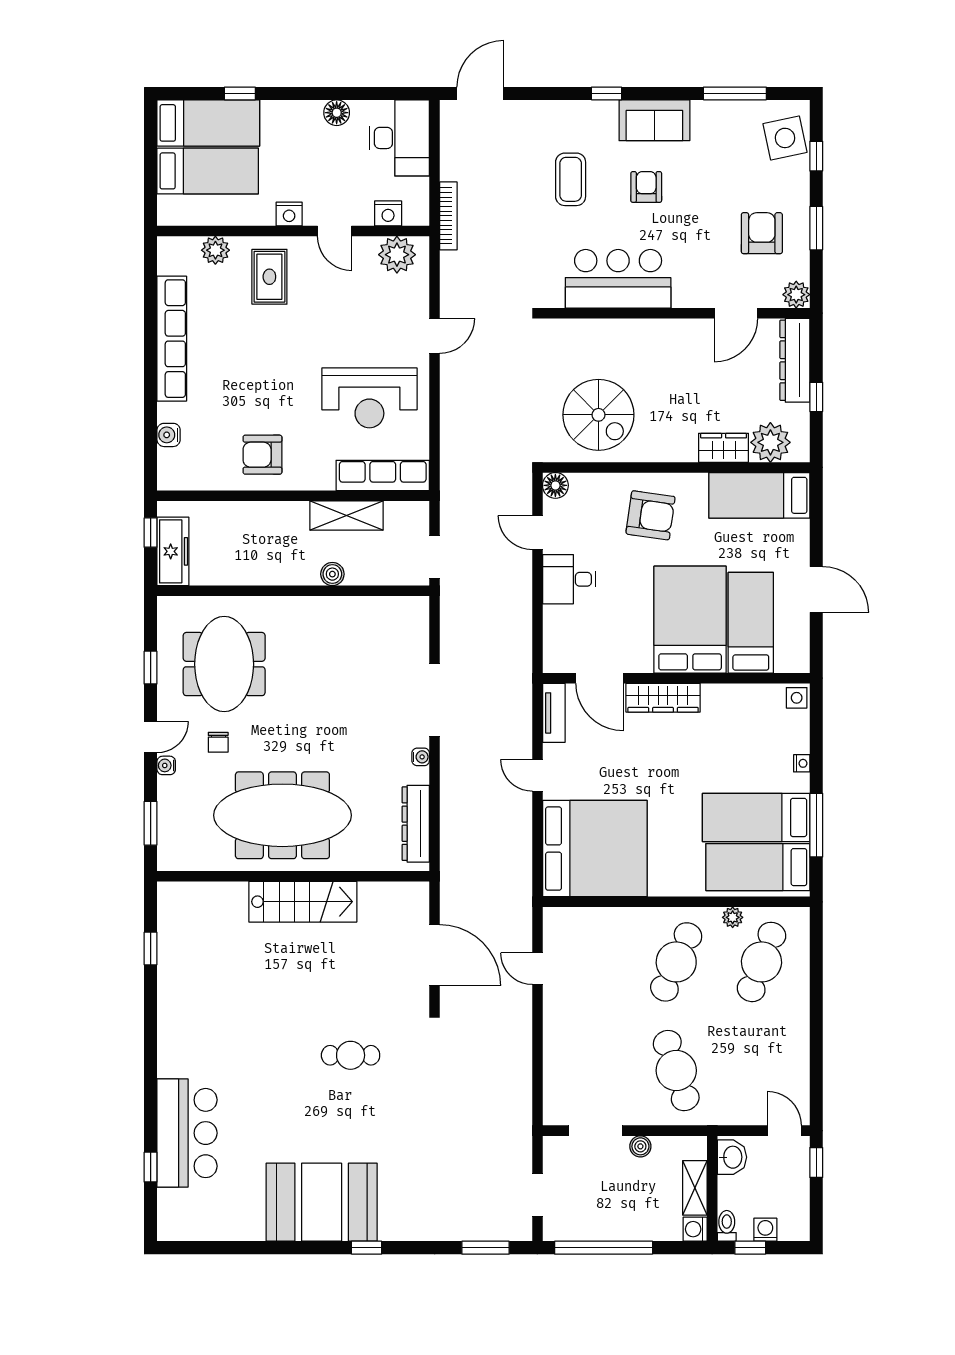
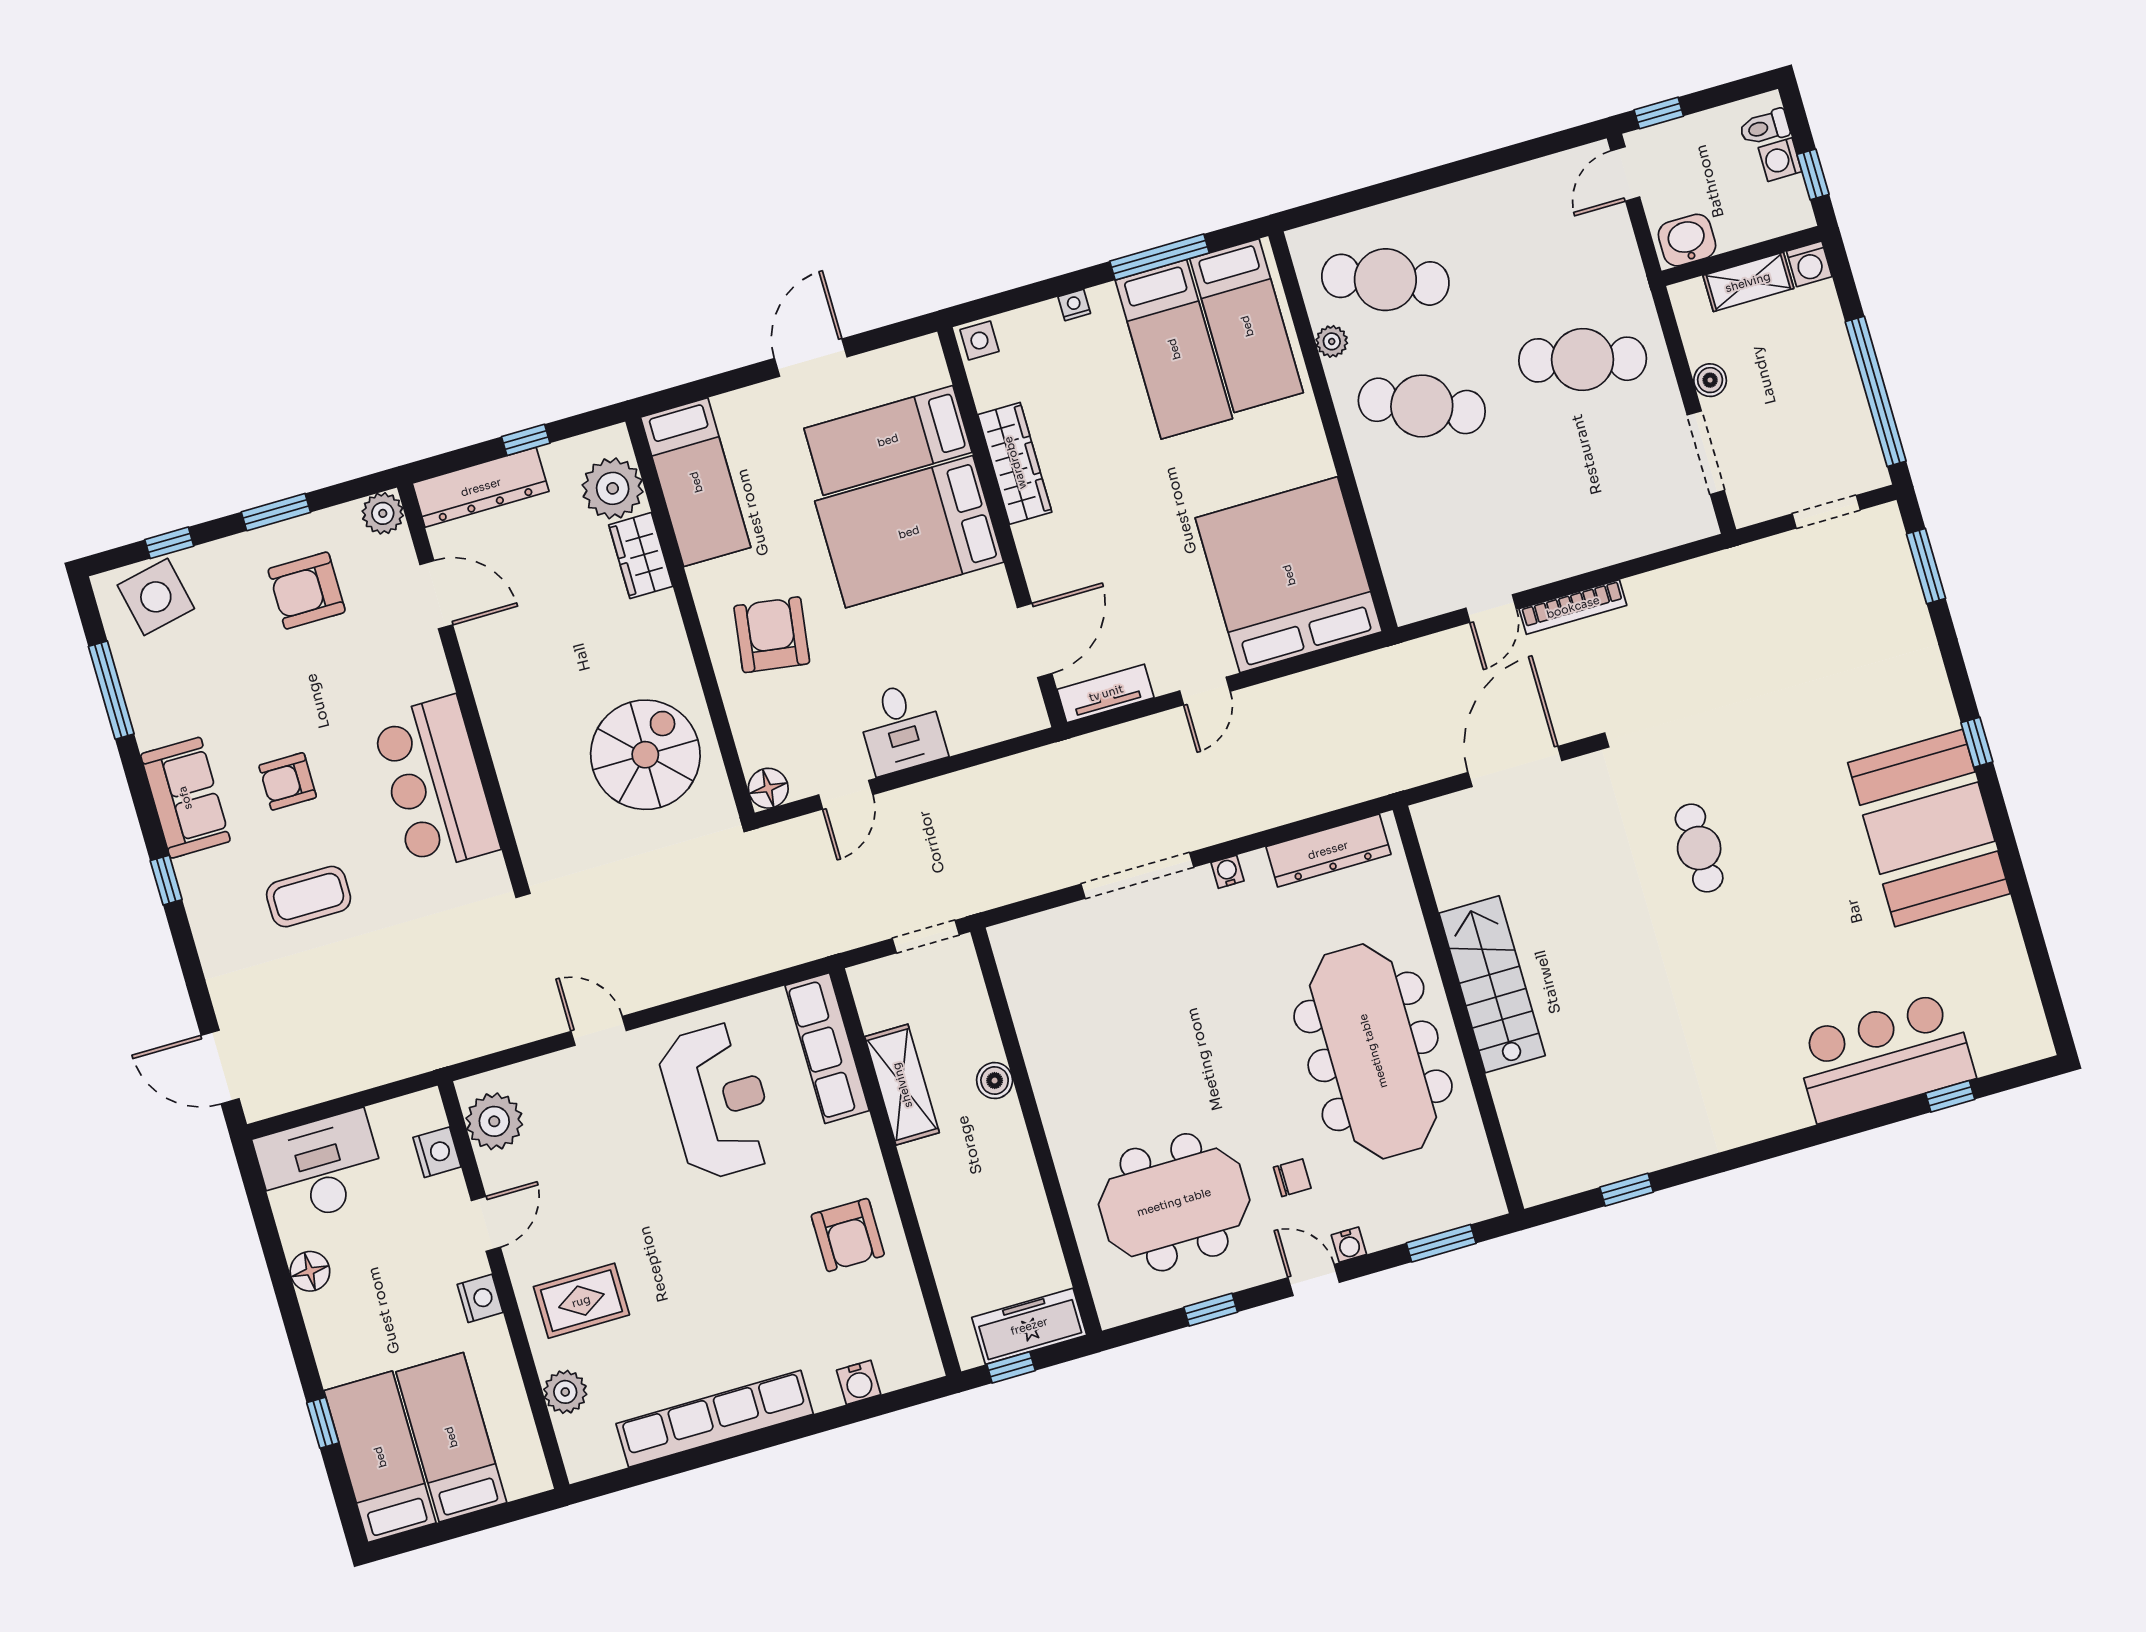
bookcase: (448, 216) -> (1573, 607), moved, turned 180
wardrobe: (663, 698) -> (1015, 463), moved
cafe table: (676, 1071) -> (1583, 360), turned 33
toilet: (727, 1226) -> (1765, 127), moved

